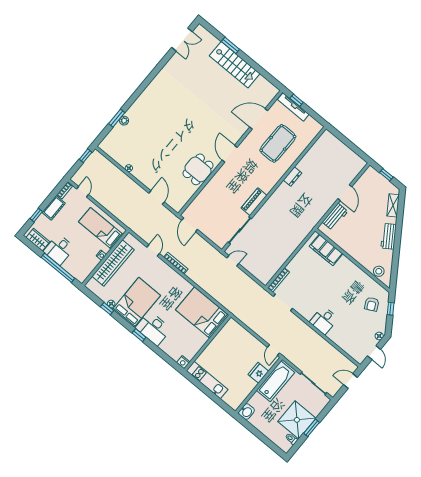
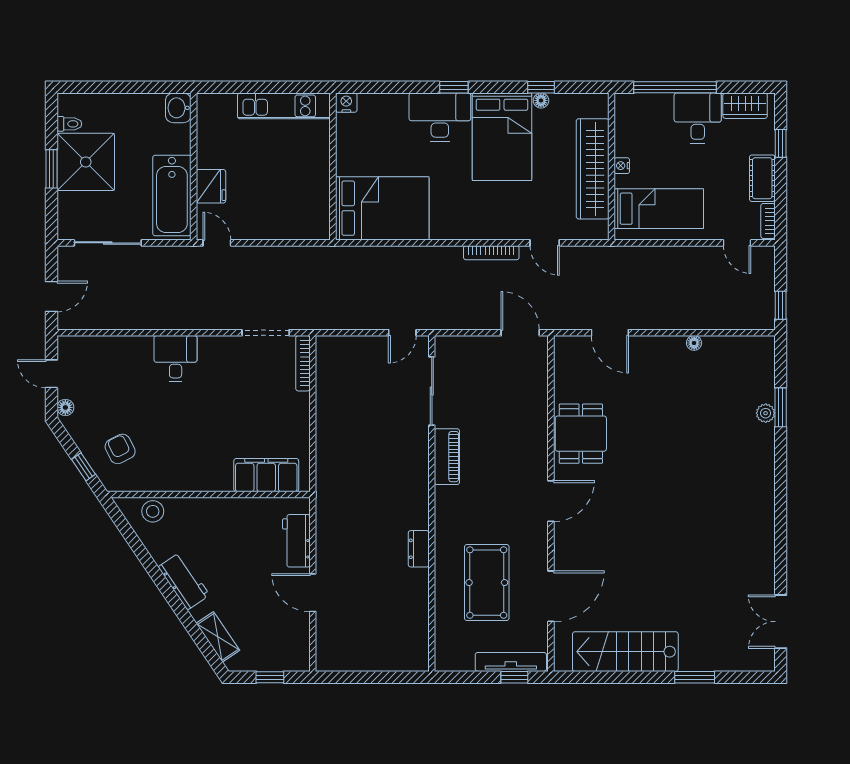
stairs: (235, 65) -> (625, 652), moved
door: (230, 154) -> (551, 501), hinge flipped

